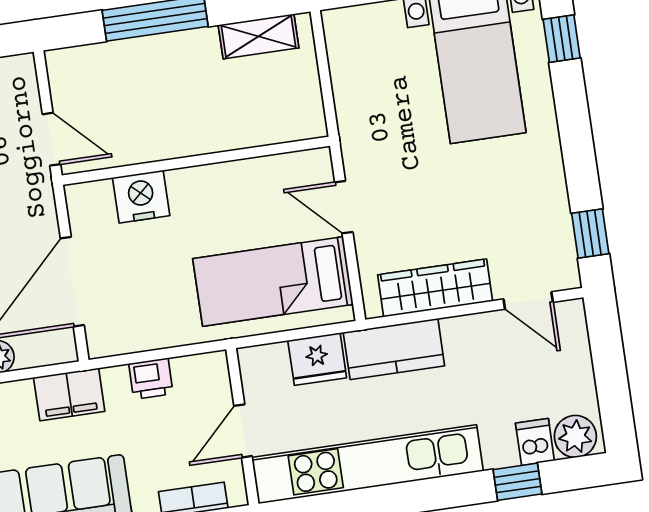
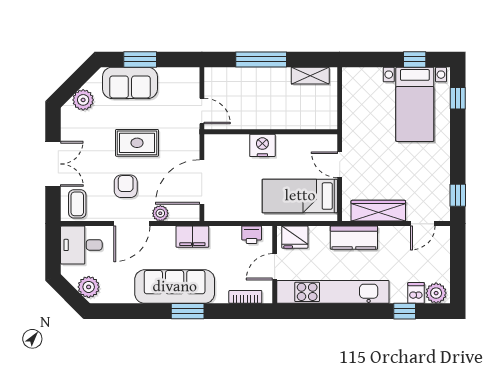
nightstand: (141, 197) -> (262, 145), moved
door: (528, 301) -> (423, 224), hinge flipped
fridge: (317, 359) -> (295, 237), moved
printer: (151, 379) -> (252, 235), moved

